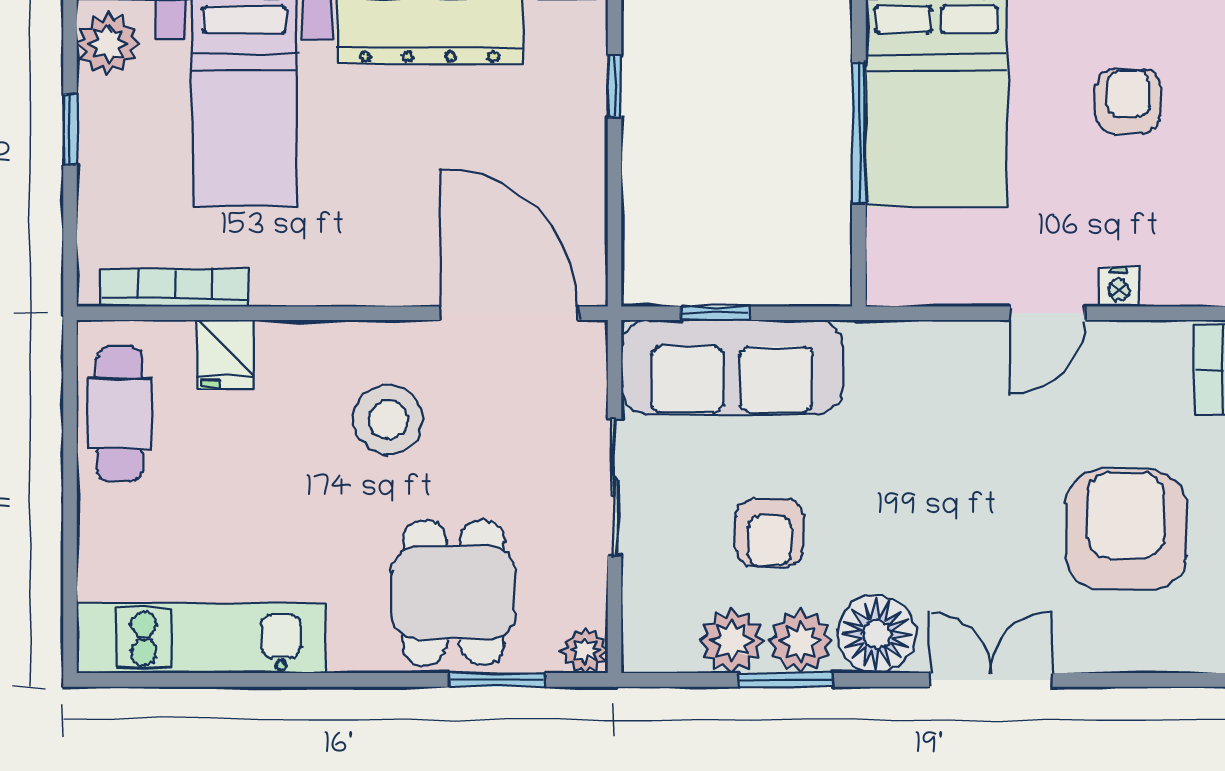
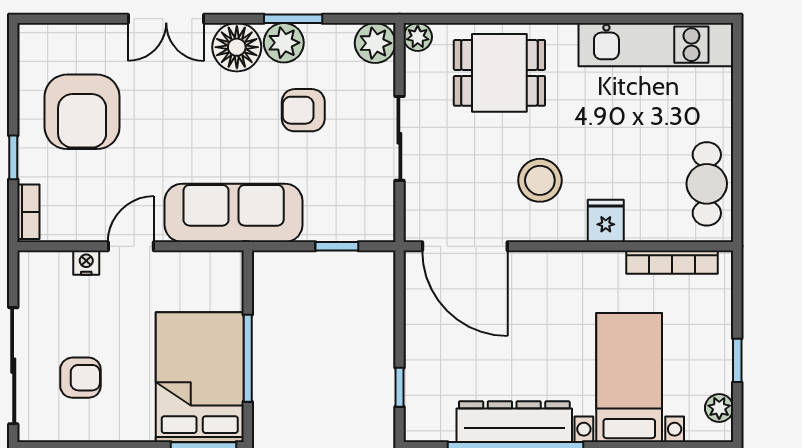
plant: (108, 44) -> (719, 408), width x0.73, depth x0.73
armchair: (1128, 102) -> (80, 378), turned -90
fridge: (225, 354) -> (606, 221), moved
sofa: (732, 367) -> (234, 213), moved
armchair: (769, 532) -> (303, 110), turned -90
dining table: (453, 593) -> (499, 73), turned 90
plant: (732, 641) -> (375, 43), moved
window: (497, 680) -> (472, 19), removed

